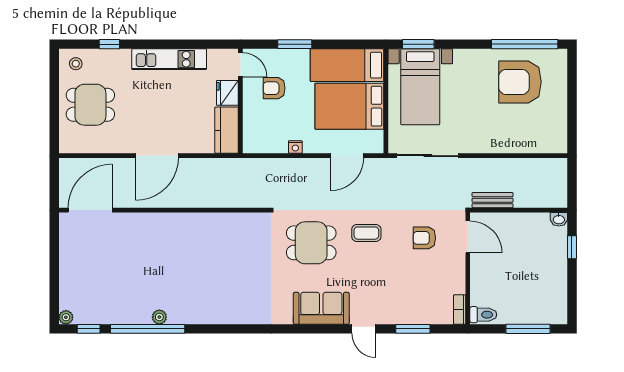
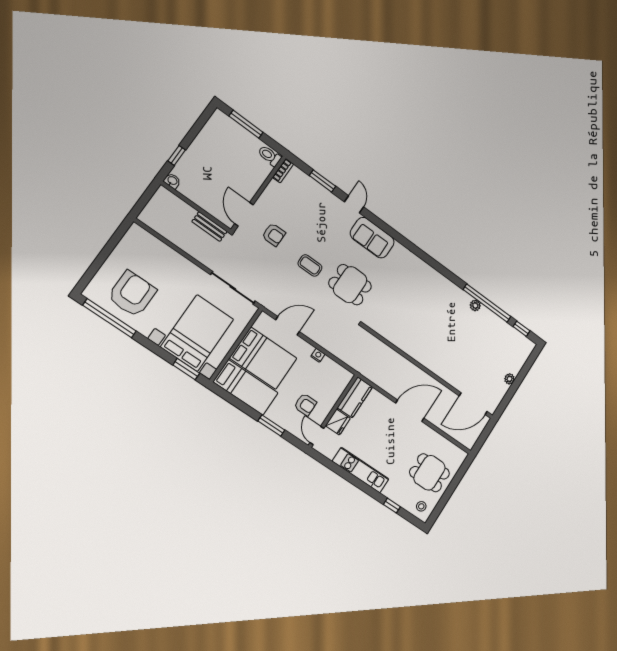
armchair: (520, 82) -> (132, 294), turned -90
bed with nightstands: (420, 87) -> (197, 333), width x1.36
plant: (66, 317) -> (509, 379), moved

